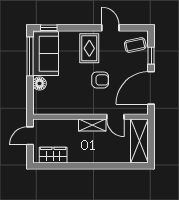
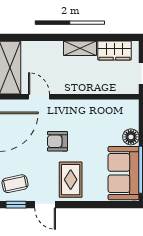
window: (49, 28) -> (16, 205), moved
shelving: (92, 125) -> (80, 48), moved

